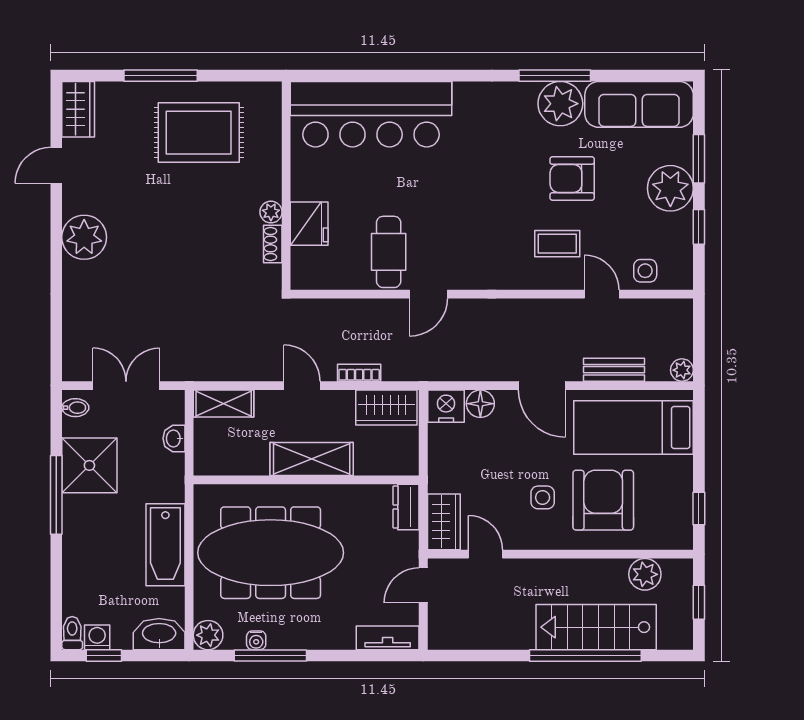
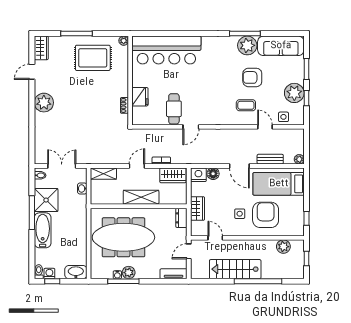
plant: (670, 188) -> (294, 93), moved
plant: (271, 212) -> (124, 41), moved
door: (302, 386) -> (137, 166), hinge flipped
wardrobe: (444, 522) -> (197, 209), moved
bathtub: (165, 545) -> (43, 230), moved, turned 180
stairs: (596, 627) -> (235, 269), moved
plant: (208, 635) -> (129, 273), moved

